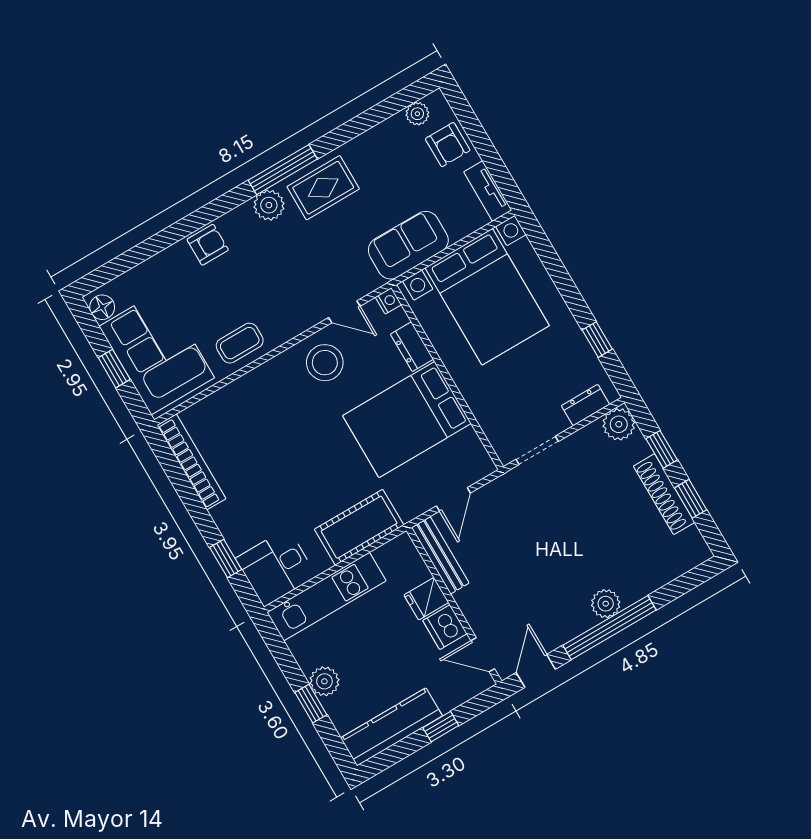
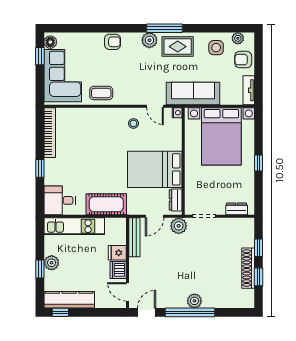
armchair: (448, 145) -> (243, 60), turned 90
side table: (390, 151) -> (216, 48), added
sofa: (408, 245) -> (193, 94), width x1.36
window: (597, 340) -> (259, 163), moved
dresser: (412, 347) -> (176, 200), moved
stool: (325, 363) -> (133, 123), width x0.53, depth x0.53
window: (114, 369) -> (40, 56), moved
plant: (619, 424) -> (179, 226), moved
window: (226, 558) -> (40, 168), moved
window: (441, 727) -> (60, 312), moved

